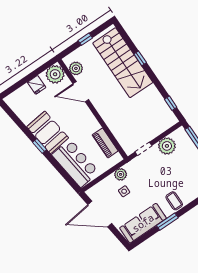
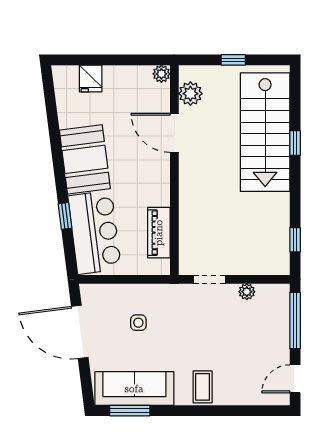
plant: (55, 74) -> (161, 74), width x0.53, depth x0.53
fridge: (37, 85) -> (91, 78), moved
window: (39, 146) -> (65, 216), moved
plant: (167, 146) -> (247, 292), width x0.53, depth x0.53
plant: (121, 174) -> (150, 294), removed
window: (167, 222) -> (130, 411), moved

